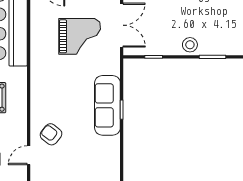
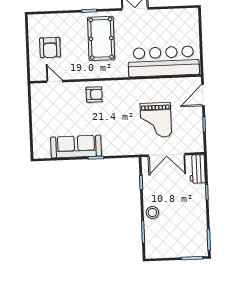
sofa: (107, 105) -> (76, 147), moved
armchair: (51, 134) -> (94, 95), moved, turned 52

